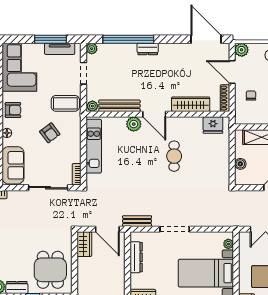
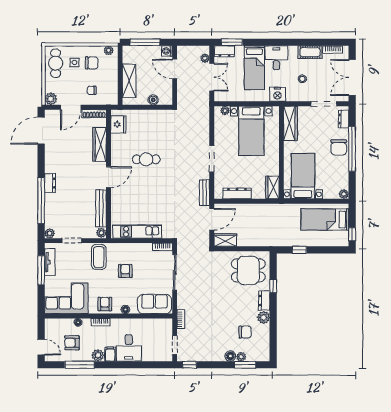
plant: (134, 124) -> (117, 196), removed
armchair: (50, 133) -> (125, 271), turned -53

